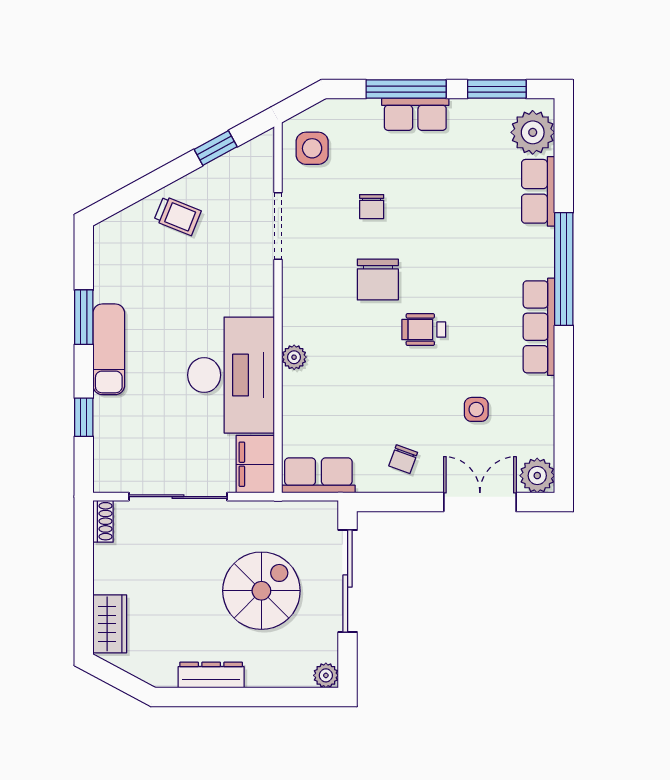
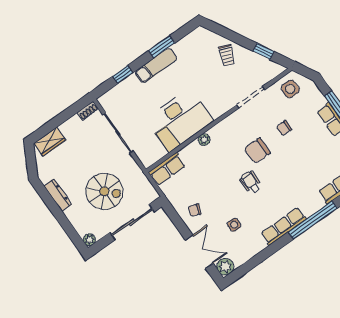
filing cabinet: (255, 464) -> (152, 154), removed
row of seats: (318, 475) -> (167, 169), moved, turned 90

